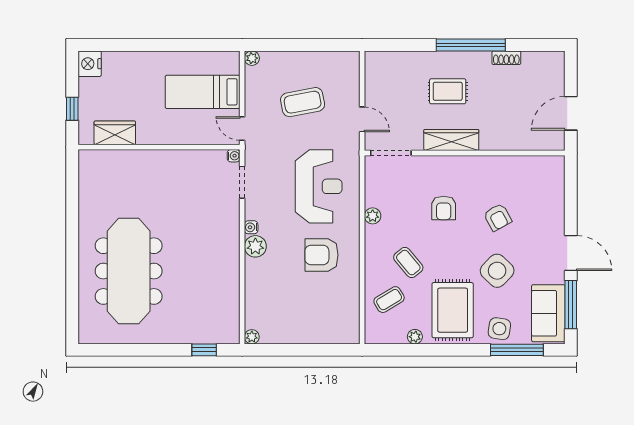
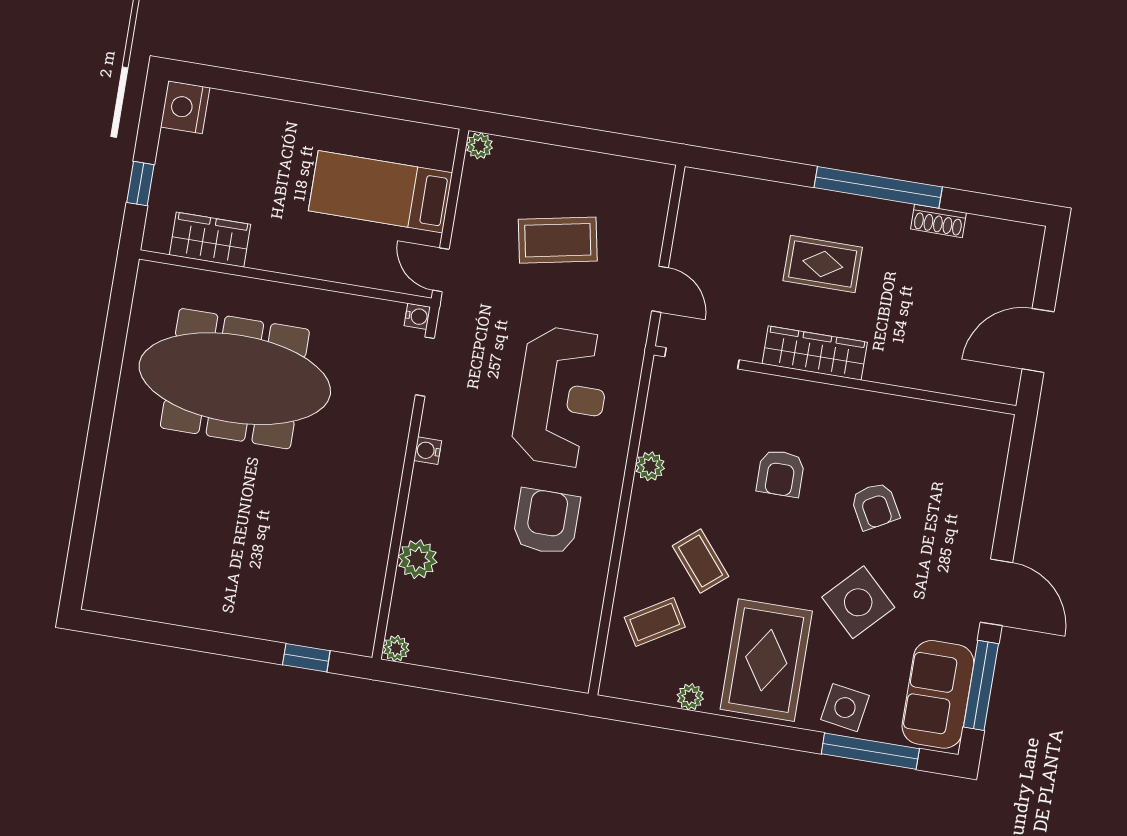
plant: (255, 246) -> (417, 559), moved
armchair: (322, 255) -> (546, 522), turned 90
meeting table: (129, 271) -> (235, 379), moved, turned 90

